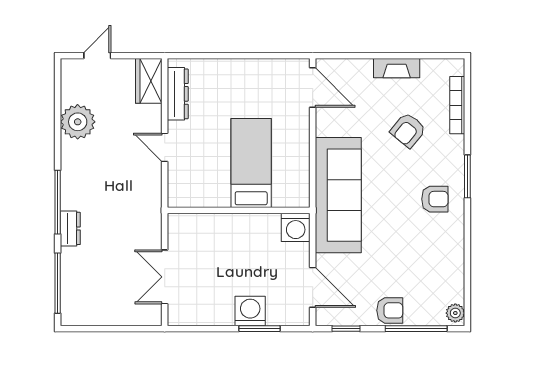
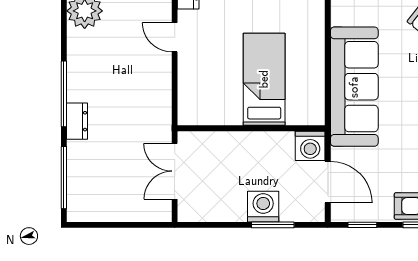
bed: (251, 163) -> (264, 79), moved
wall: (239, 210) -> (251, 128), moved
washing machine: (296, 227) -> (310, 146), moved

